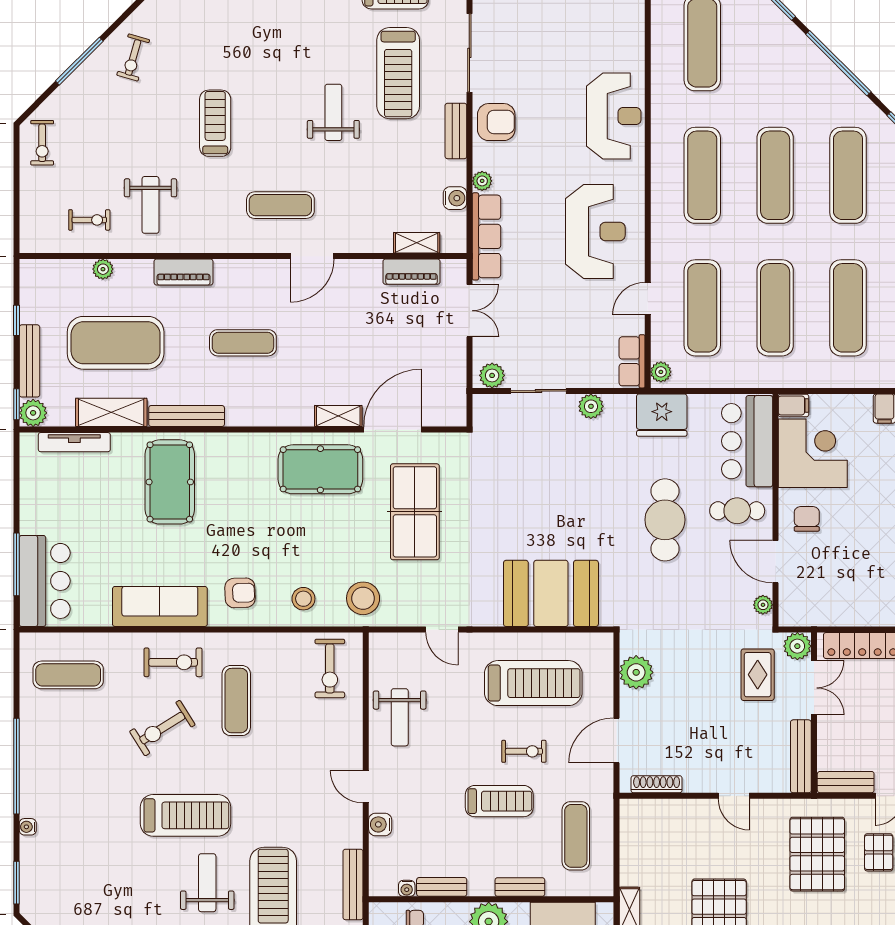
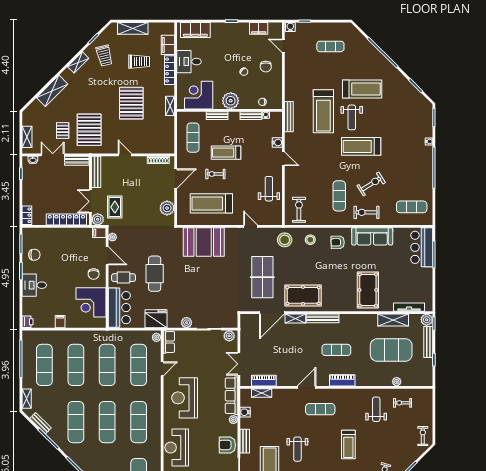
piano: (183, 272) -> (342, 380), moved
filing cabinet: (794, 405) -> (99, 233), moved
bench: (187, 416) -> (323, 318), moved

